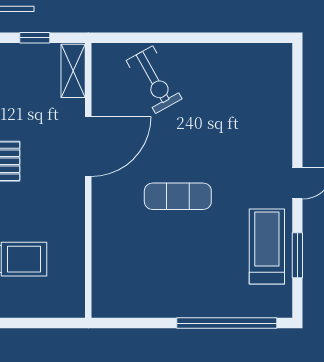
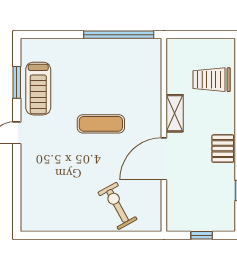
shelving: (73, 71) -> (175, 113), moved
window: (227, 323) -> (119, 35), moved

